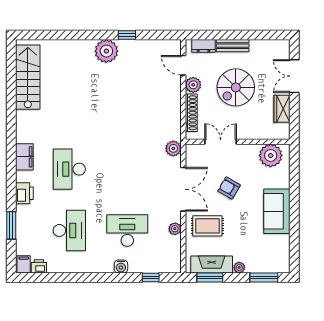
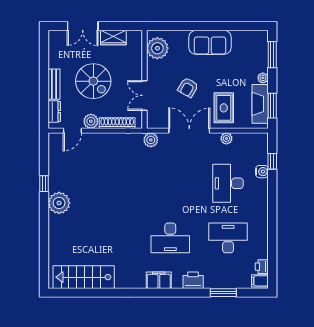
water cooler: (121, 266) -> (262, 172), moved

